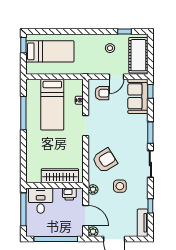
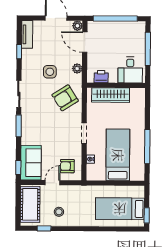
wardrobe: (60, 176) -> (111, 95), moved
wall: (55, 185) -> (116, 85), moved
printer: (69, 194) -> (101, 77), moved
desk: (41, 201) -> (130, 70), moved

